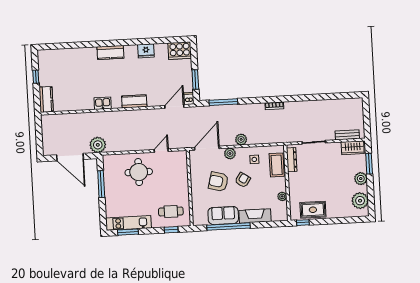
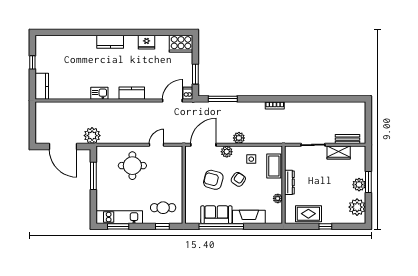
wardrobe: (353, 148) -> (339, 153), moved
dresser: (292, 160) -> (289, 182), moved
window: (369, 164) -> (368, 182), moved
window: (303, 223) -> (325, 226), moved

